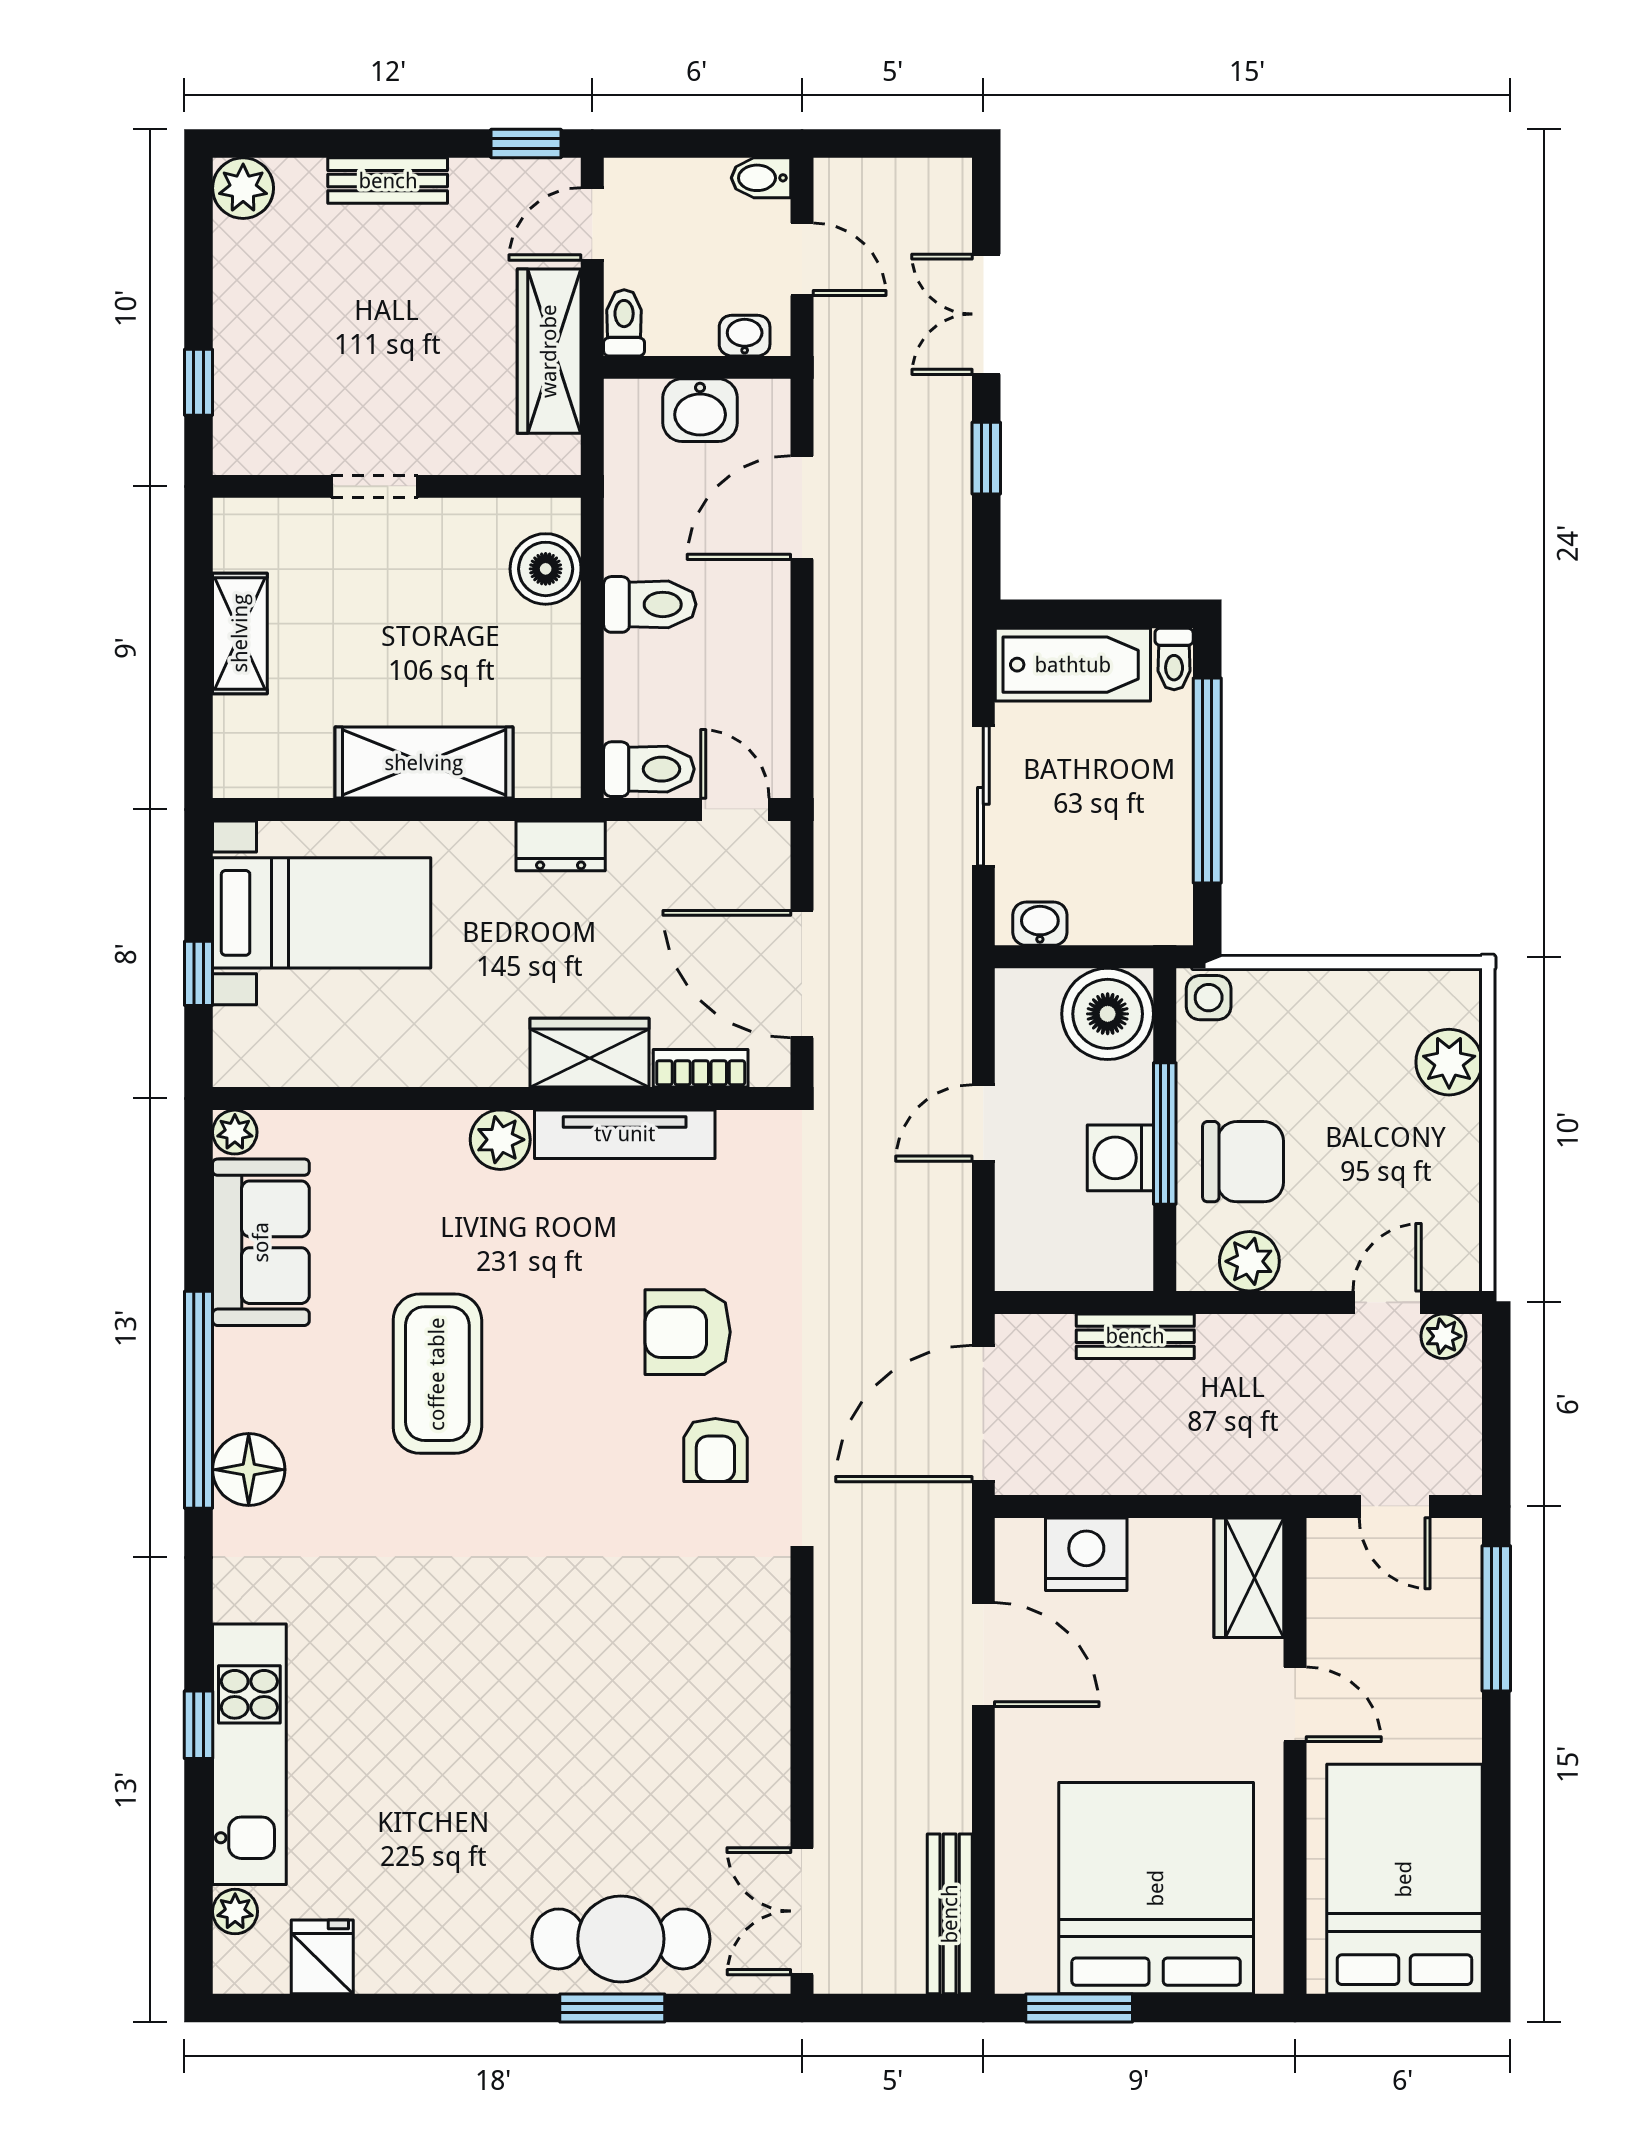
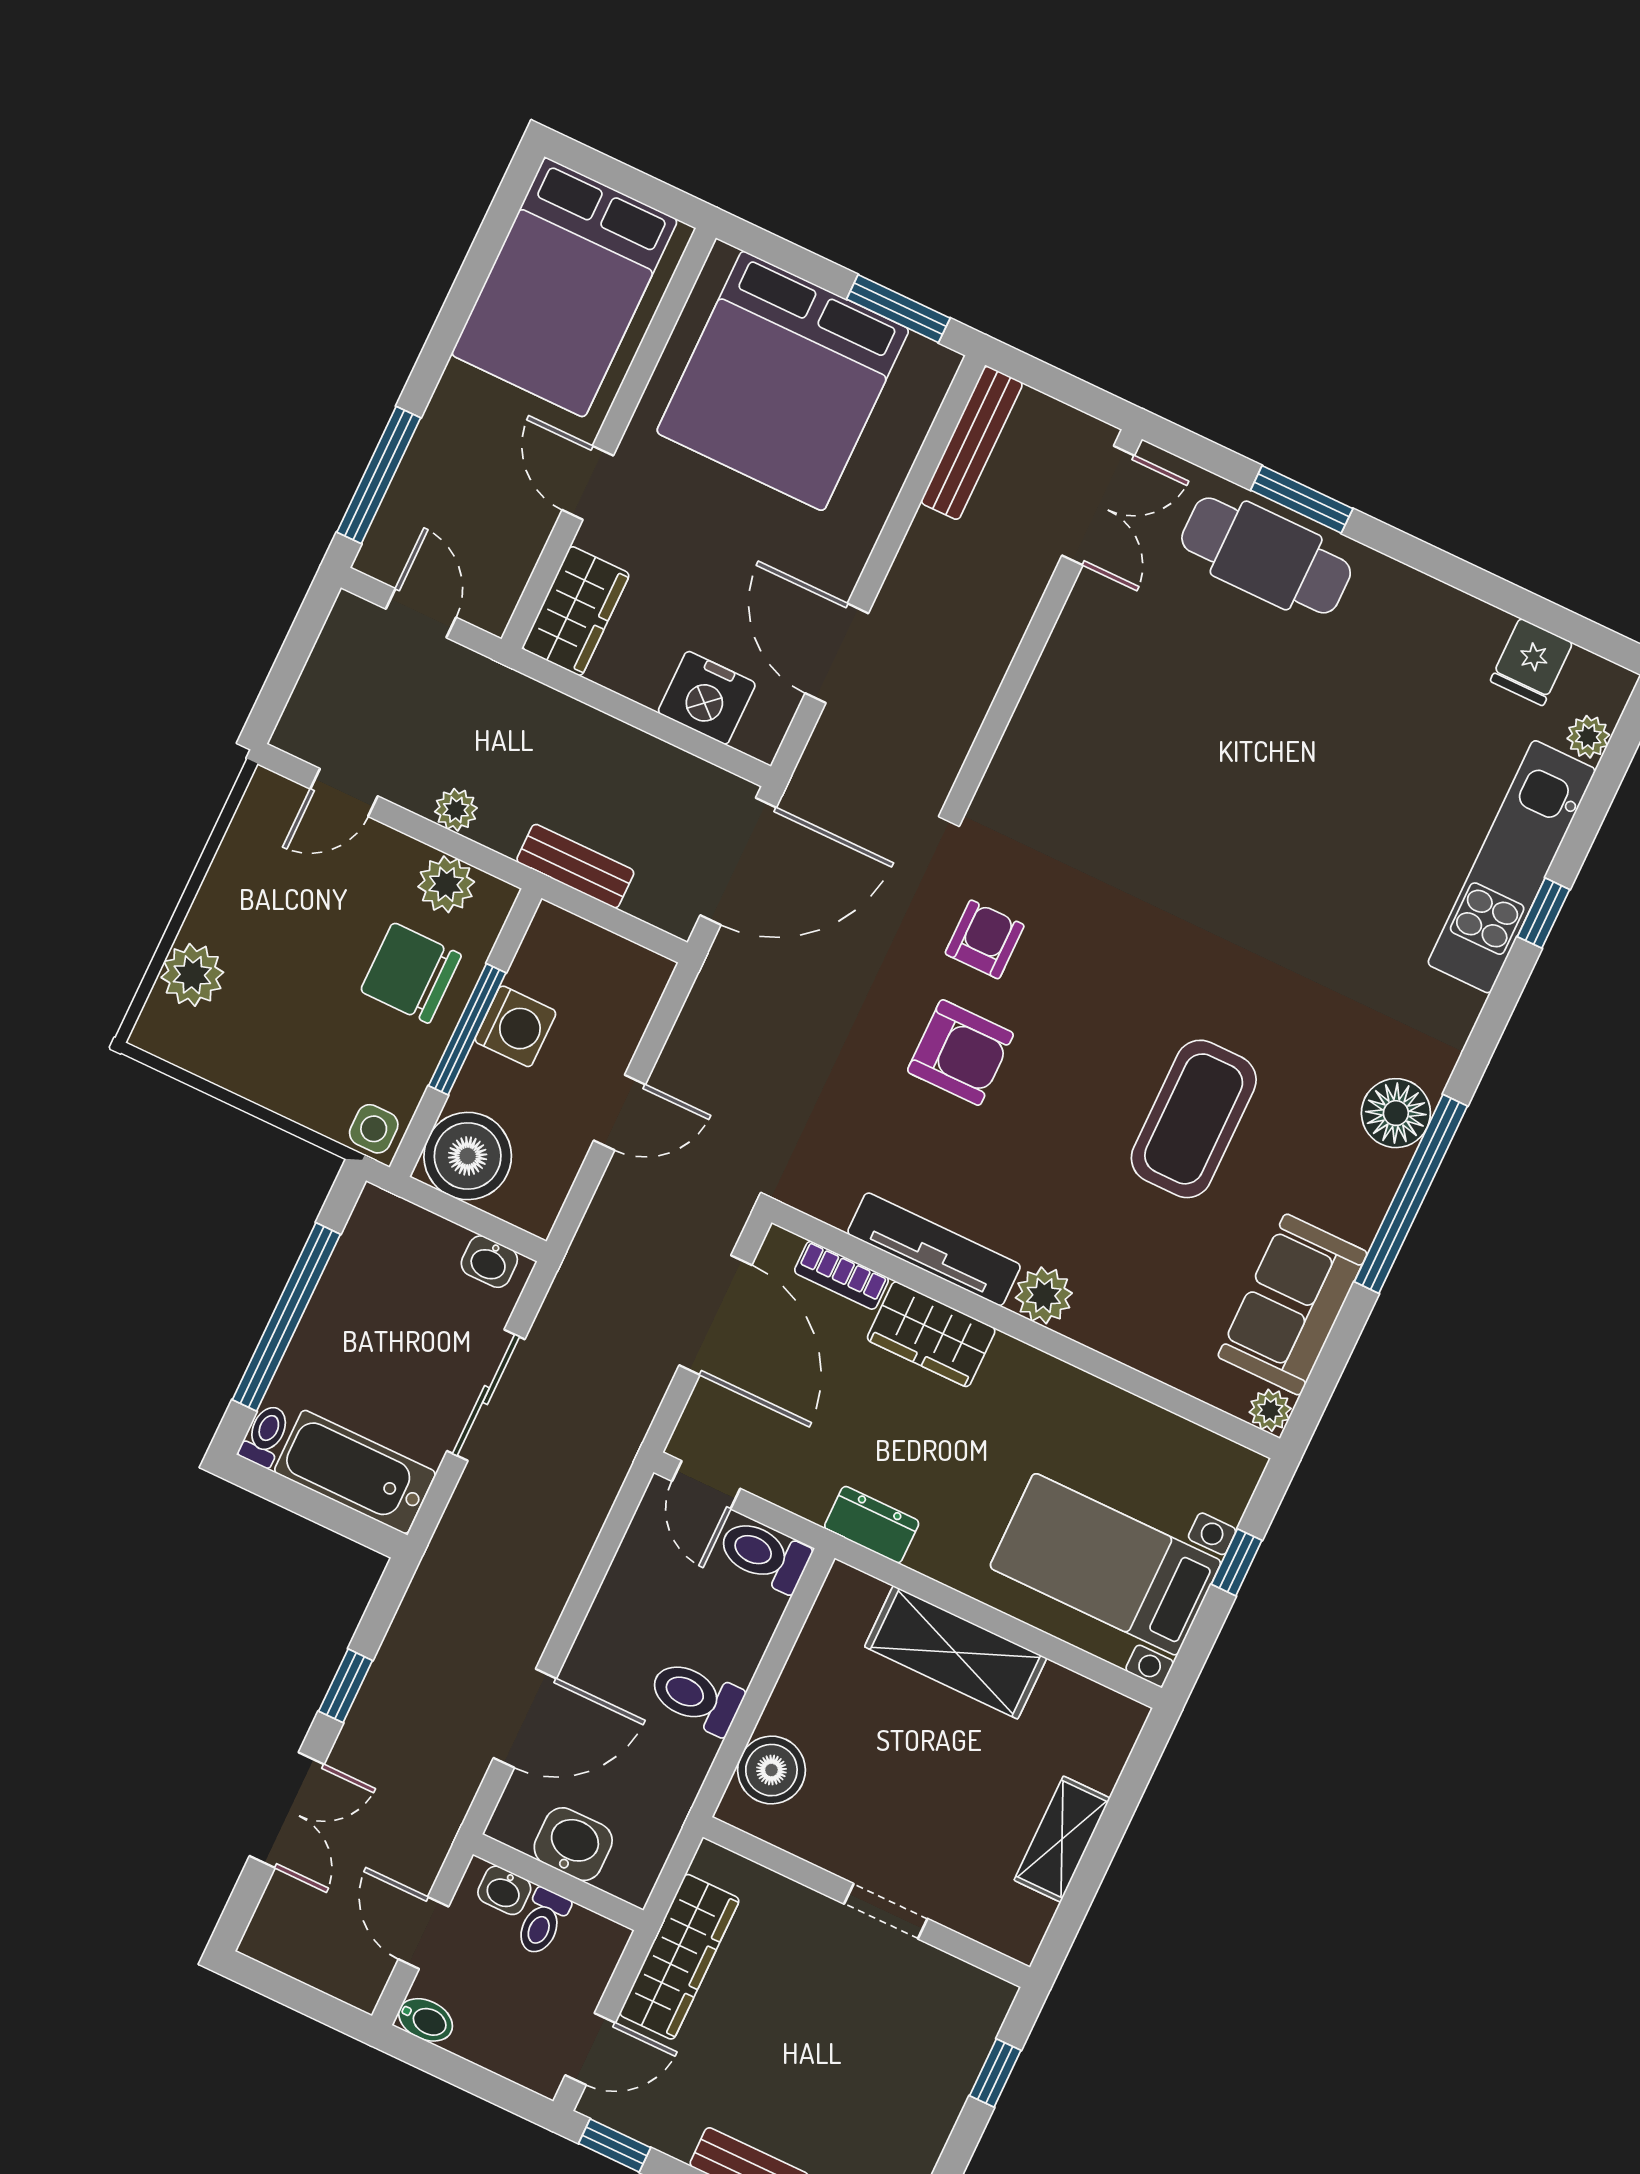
toilet: (624, 323) -> (542, 1922), moved
plant: (1443, 1336) -> (456, 810), moved

